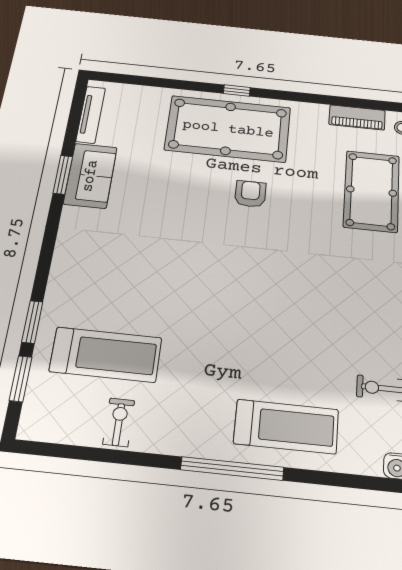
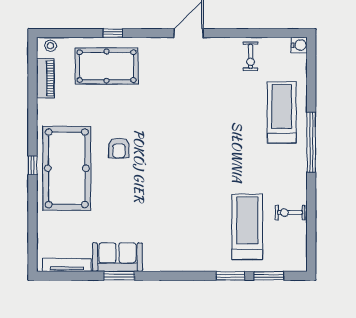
armchair: (250, 194) -> (119, 148), turned -90

